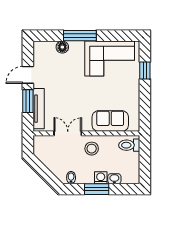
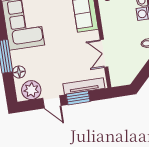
plant: (43, 56) -> (31, 90), added
stool: (92, 149) -> (115, 27), removed

